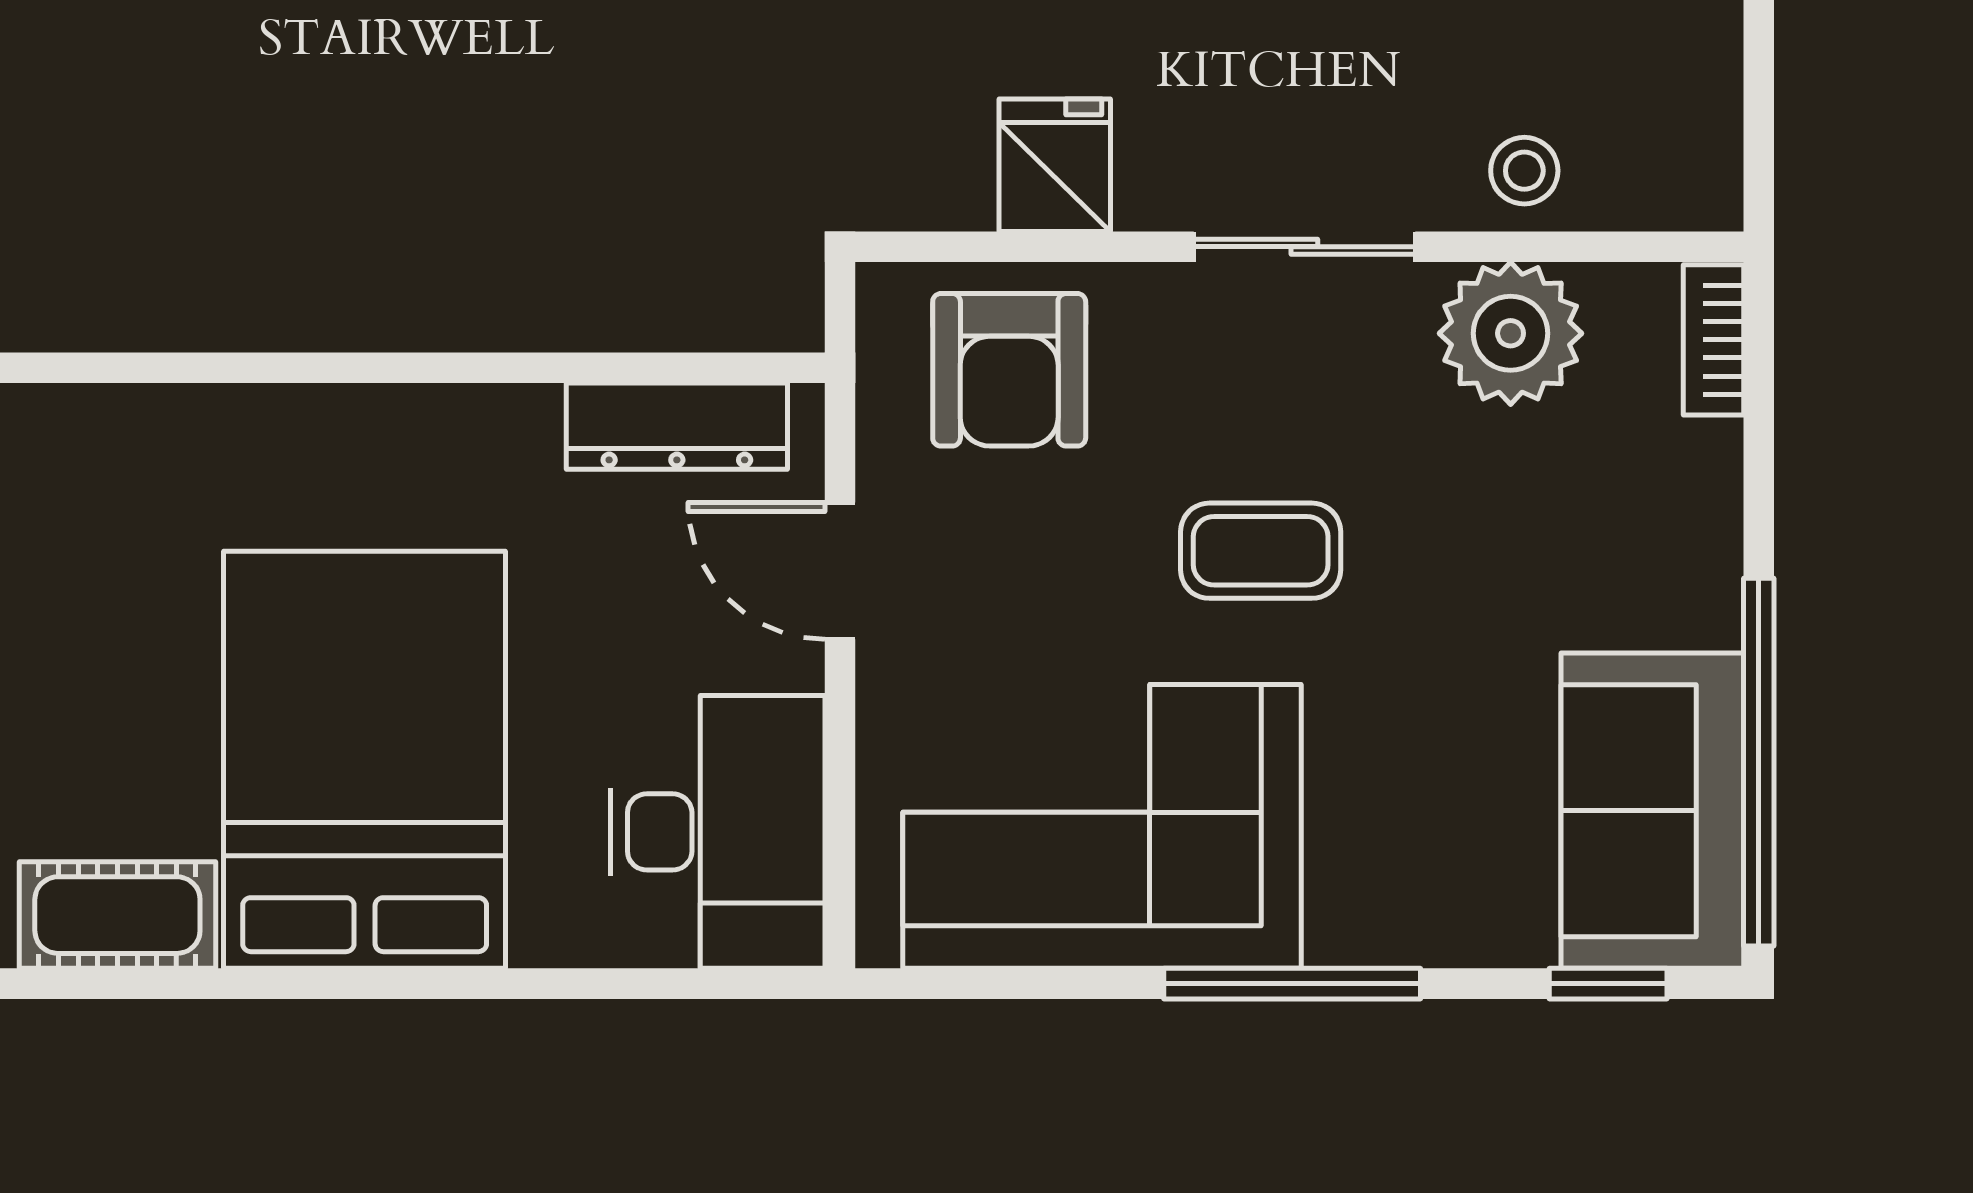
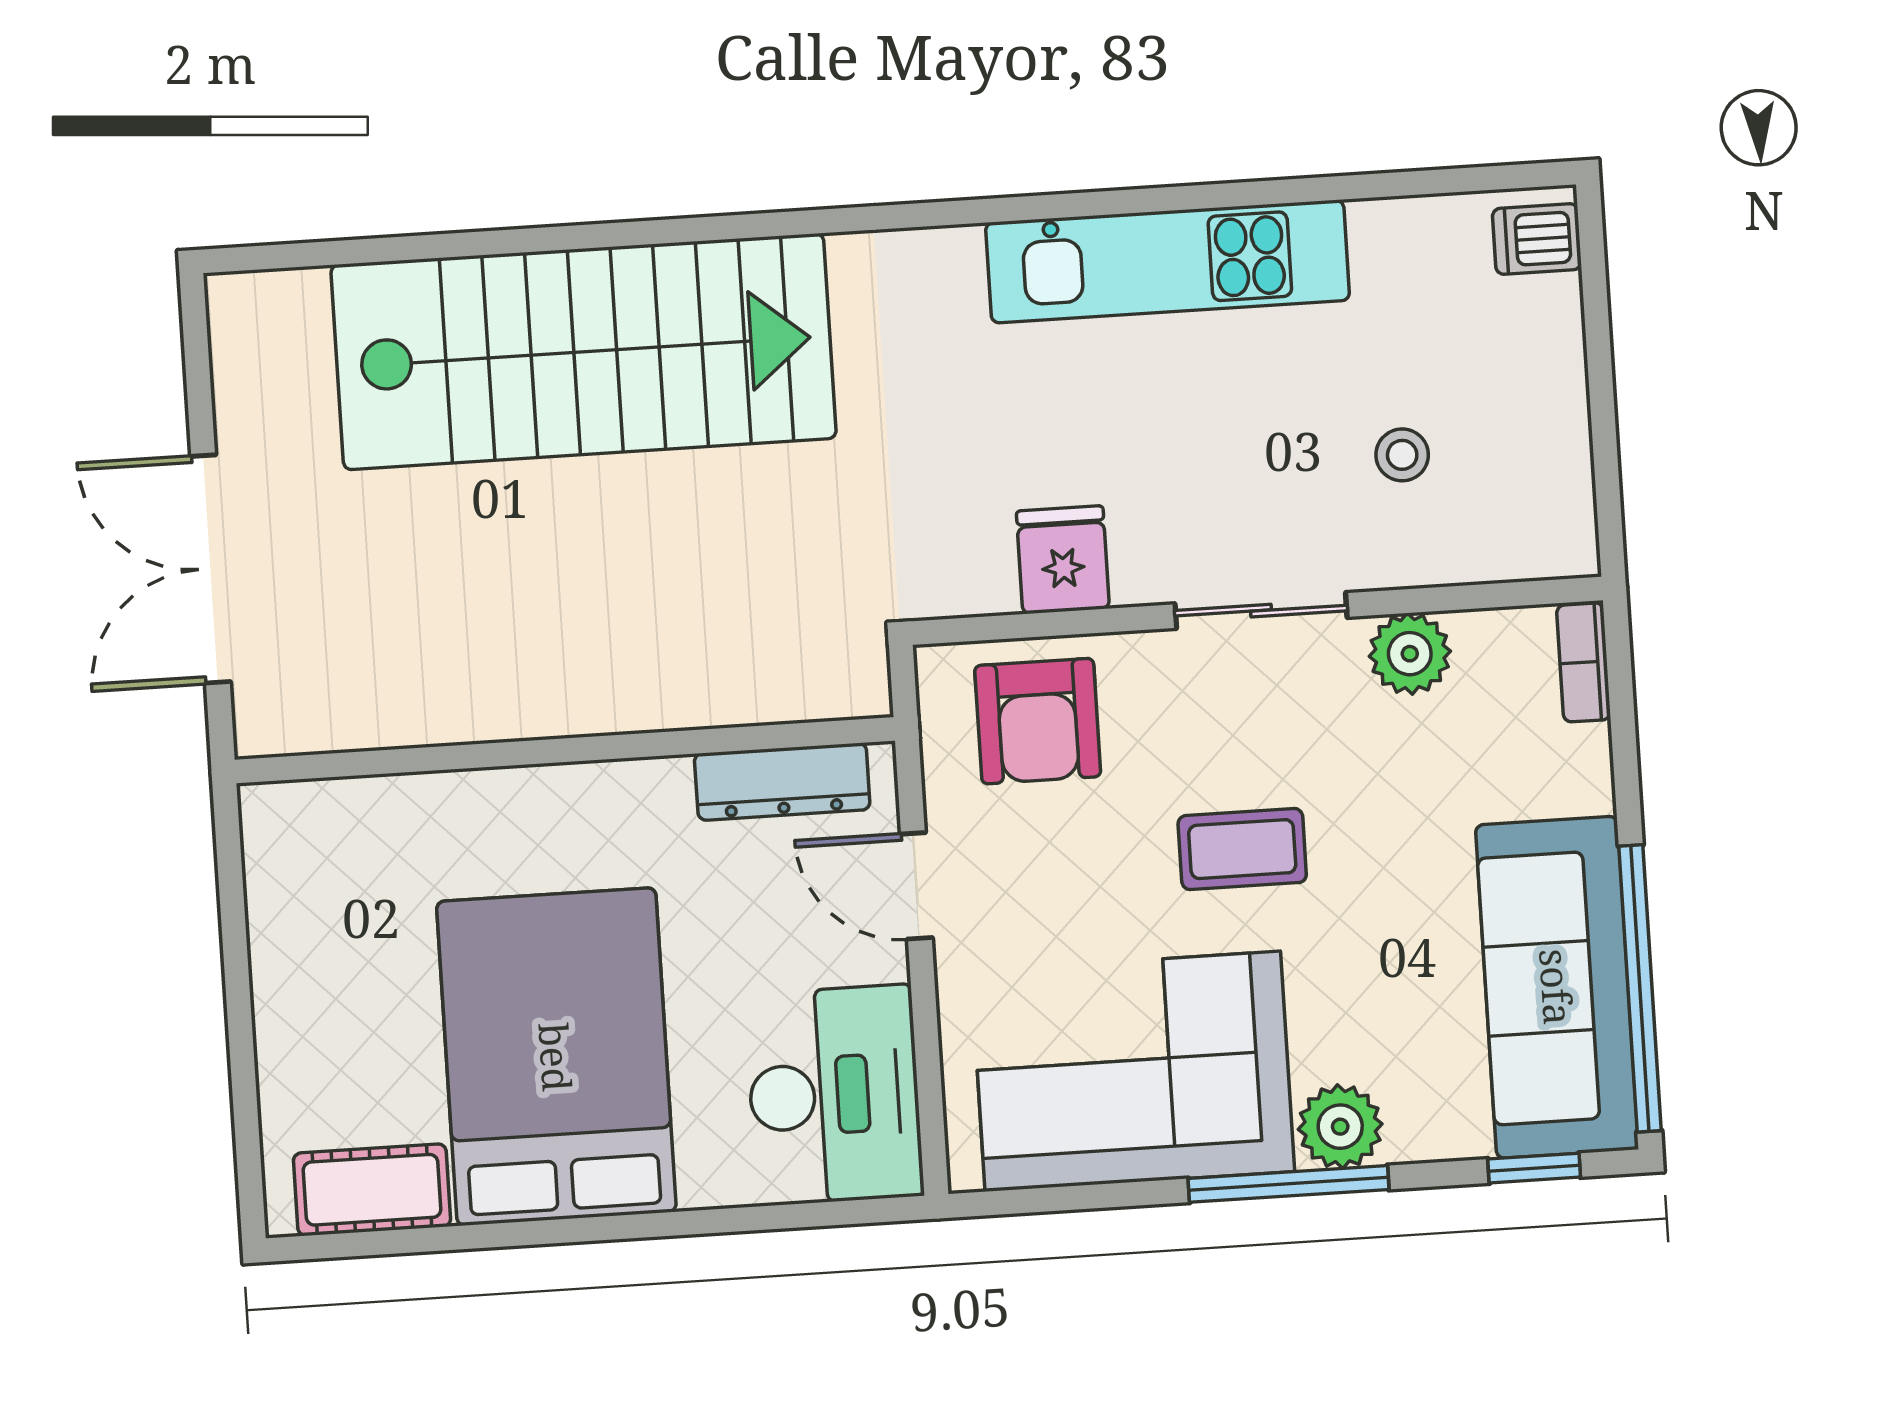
stool: (1524, 171) -> (1402, 455), moved
plant: (1511, 333) -> (1410, 654), width x0.73, depth x0.73
sofa: (1652, 811) -> (1557, 987), width x1.36
plant: (1363, 914) -> (1340, 1127), added

